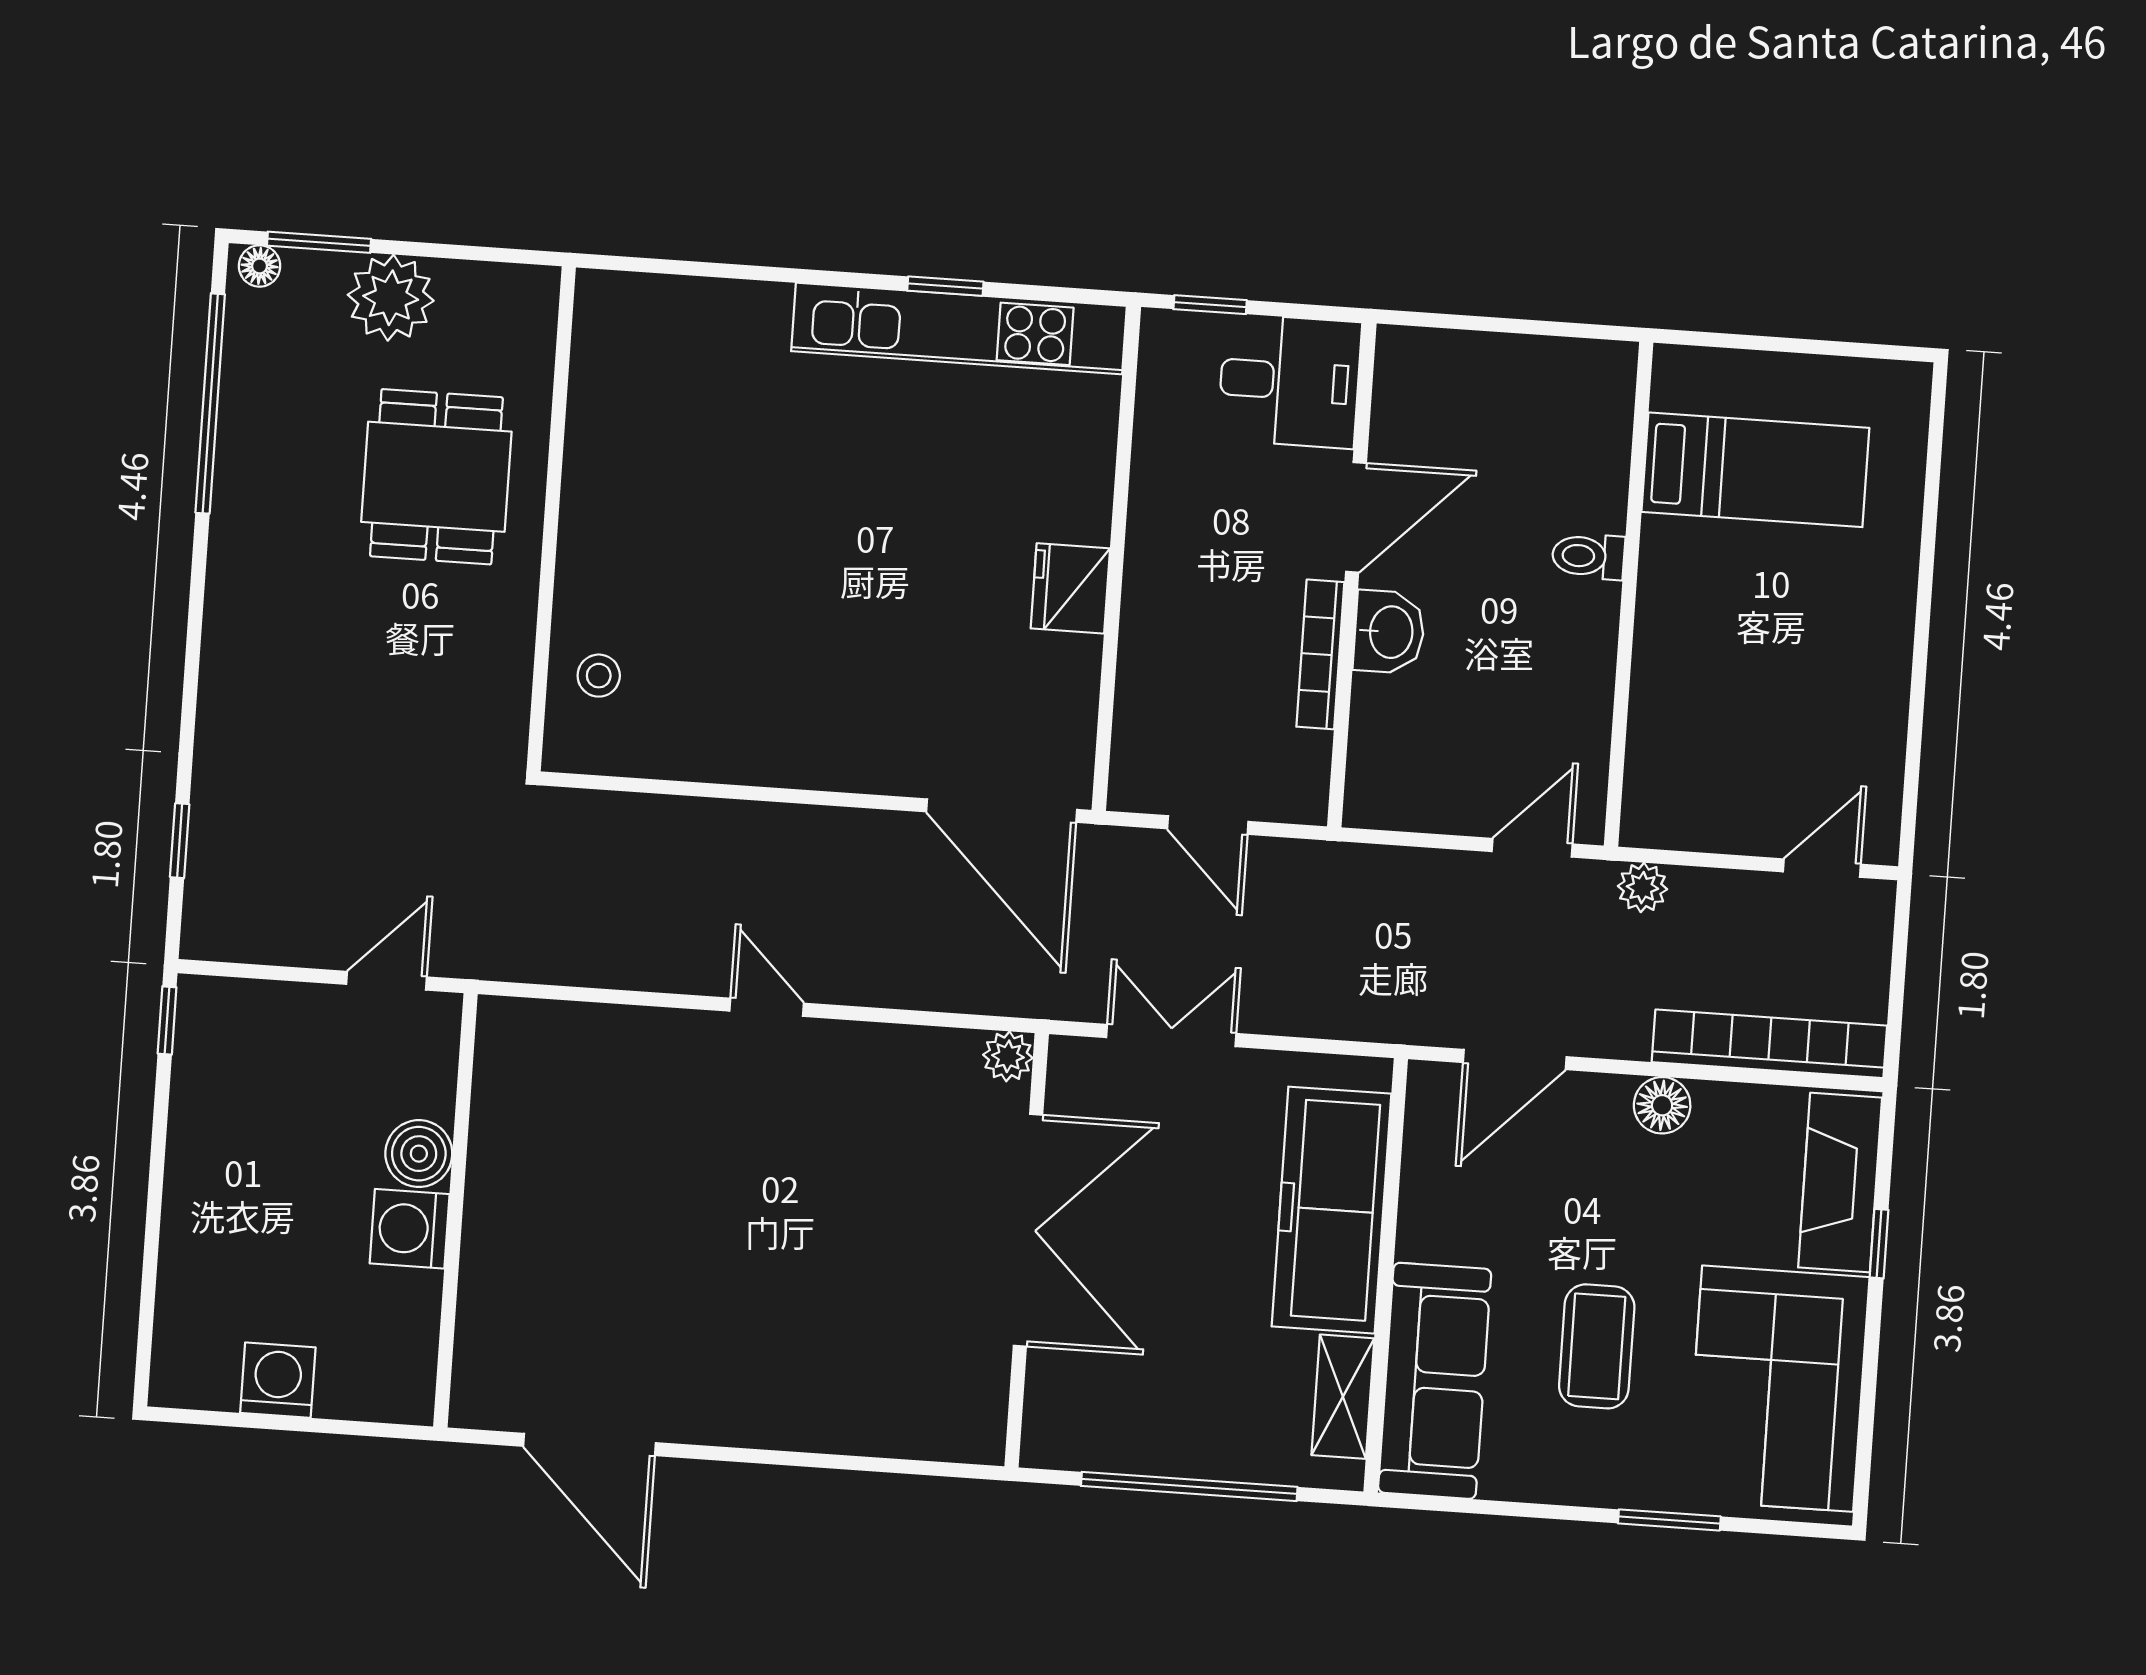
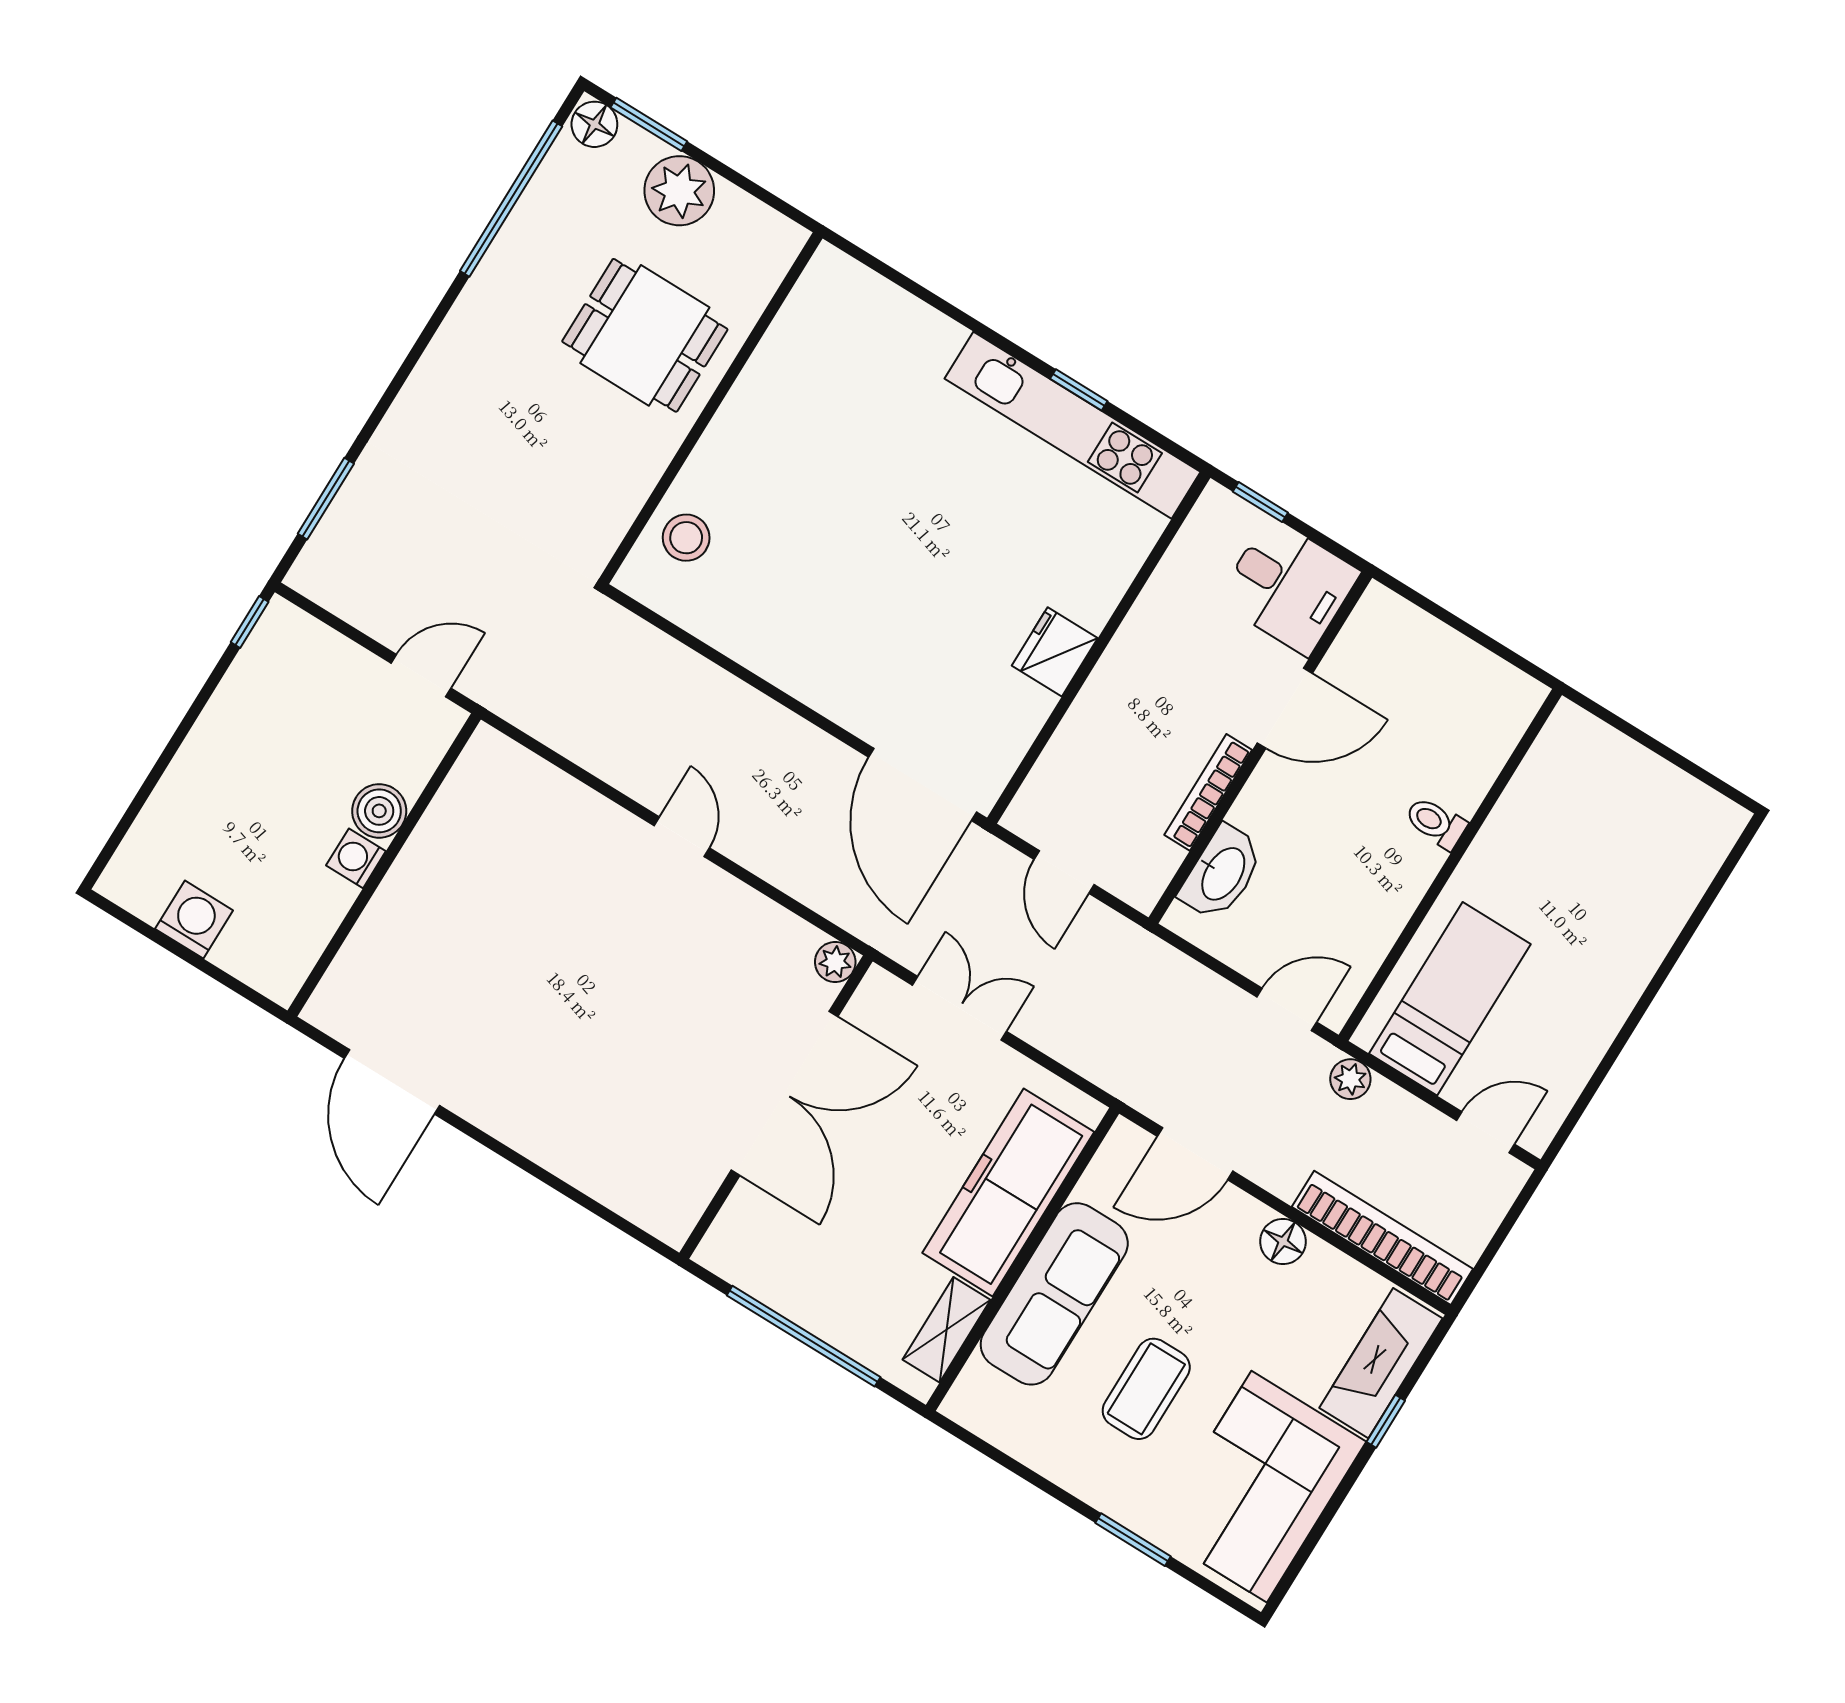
floor lamp: (260, 266) -> (594, 124), width x1.37, depth x1.37
bed: (1755, 470) -> (1450, 999), moved, turned -90
dining table: (436, 477) -> (645, 335), turned 90
washbasin: (1389, 632) -> (1222, 873), moved, width x1.38
stool: (599, 676) -> (686, 538), width x1.37, depth x1.37
window: (180, 841) -> (326, 499), width x1.50
washing machine: (410, 1229) -> (356, 858), width x0.73, depth x0.73
sofa: (1435, 1381) -> (1054, 1294), moved

